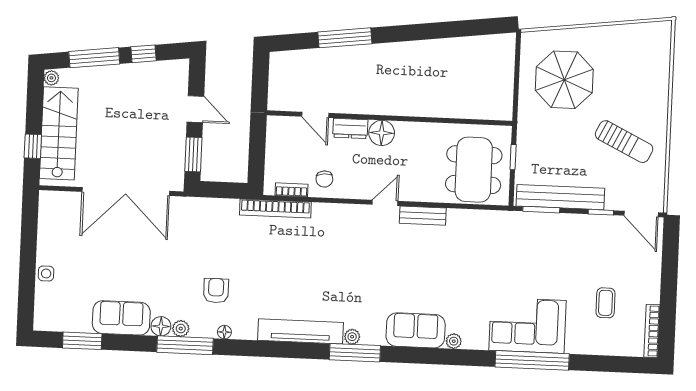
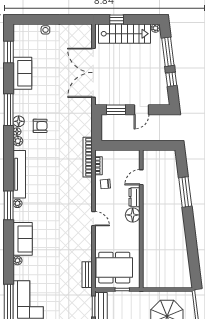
bench: (423, 216) -> (87, 275), moved
floor lamp: (161, 326) -> (19, 121), moved
plant: (181, 329) -> (18, 141), moved

